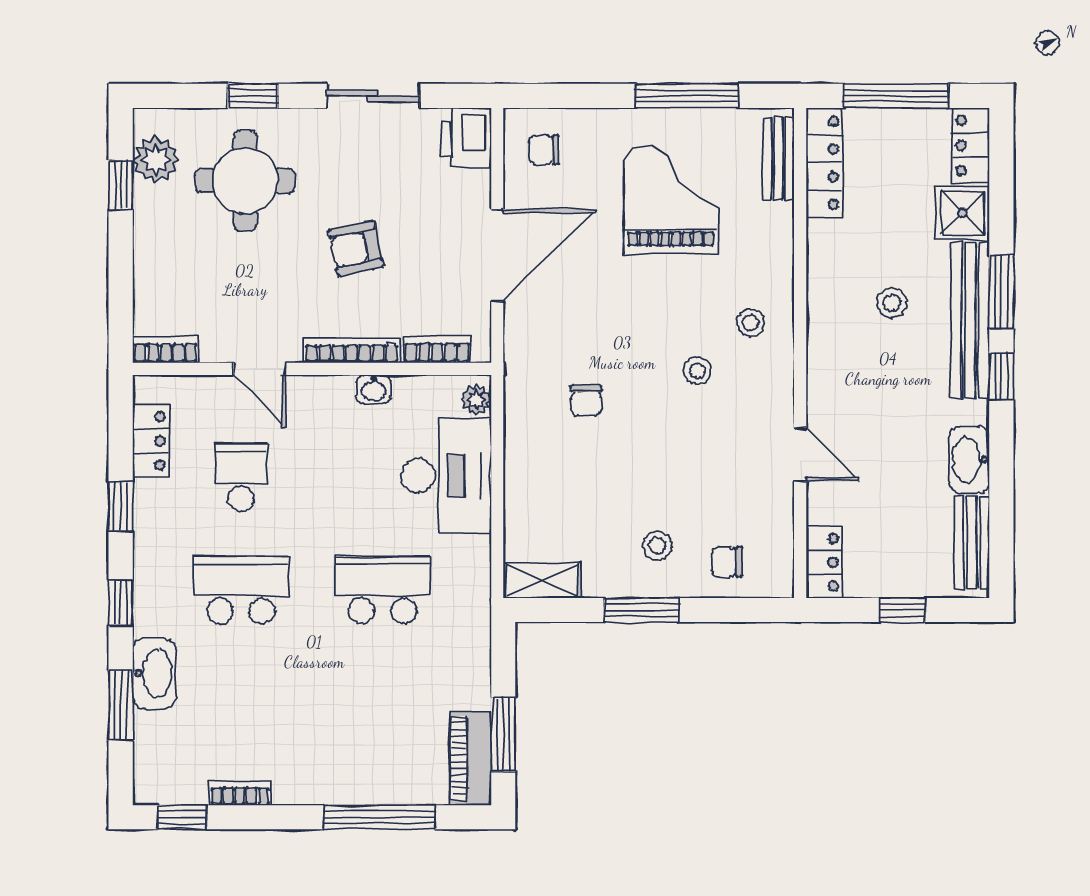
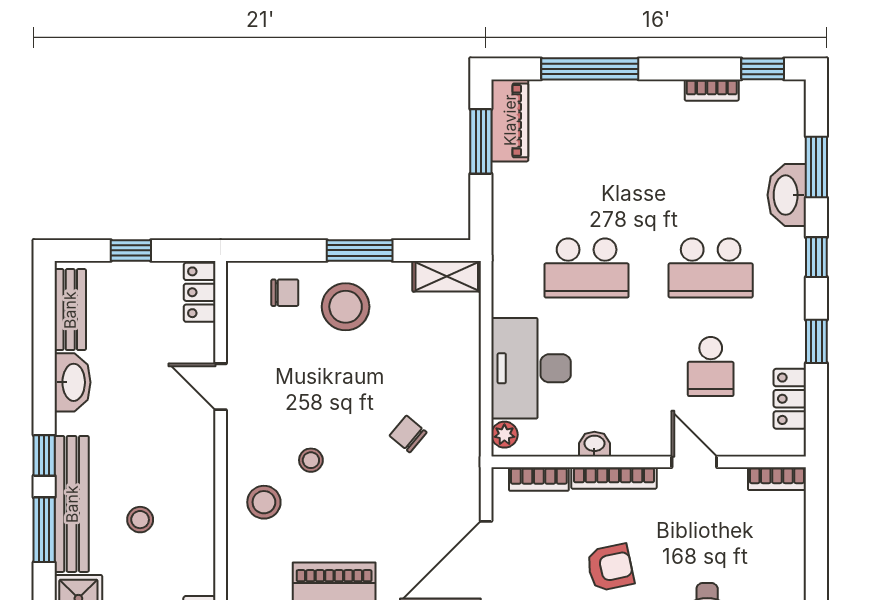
stool: (751, 323) -> (264, 502), width x1.37, depth x1.37
chair: (586, 401) -> (408, 434), turned -50
stool: (658, 546) -> (346, 307), width x1.89, depth x1.89

